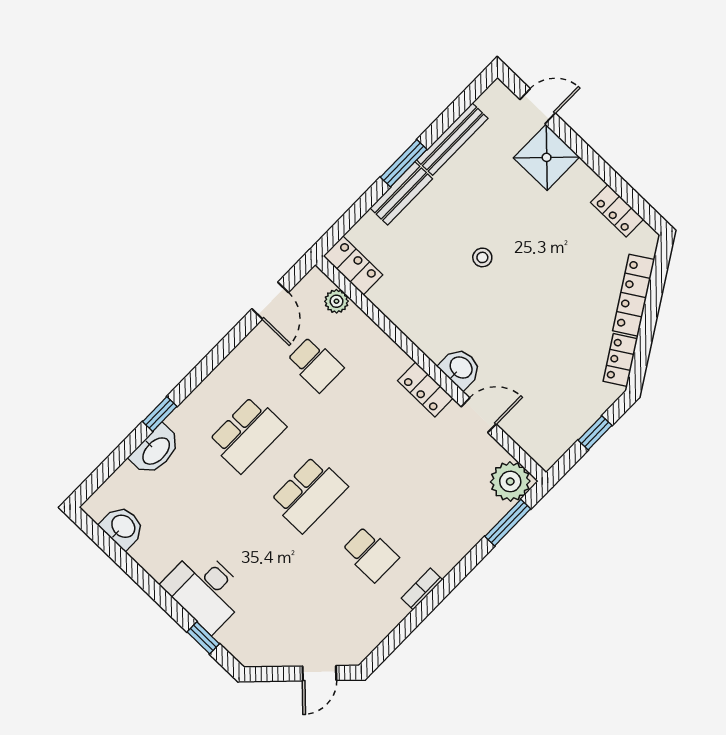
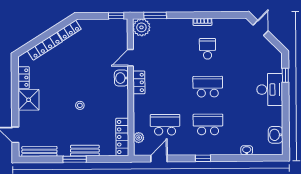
bench: (452, 139) -> (39, 151), moved
shower: (547, 157) -> (29, 100), moved
locker: (353, 265) -> (122, 137), width x1.53
school desk: (315, 364) -> (165, 125), width x1.85
window: (160, 414) -> (203, 158), moved
door: (479, 415) -> (130, 58), hinge flipped
window: (595, 433) -> (116, 16), moved
washbasin: (155, 450) -> (247, 150), width x0.52, depth x0.69
door: (319, 673) -> (261, 28), hinge flipped

